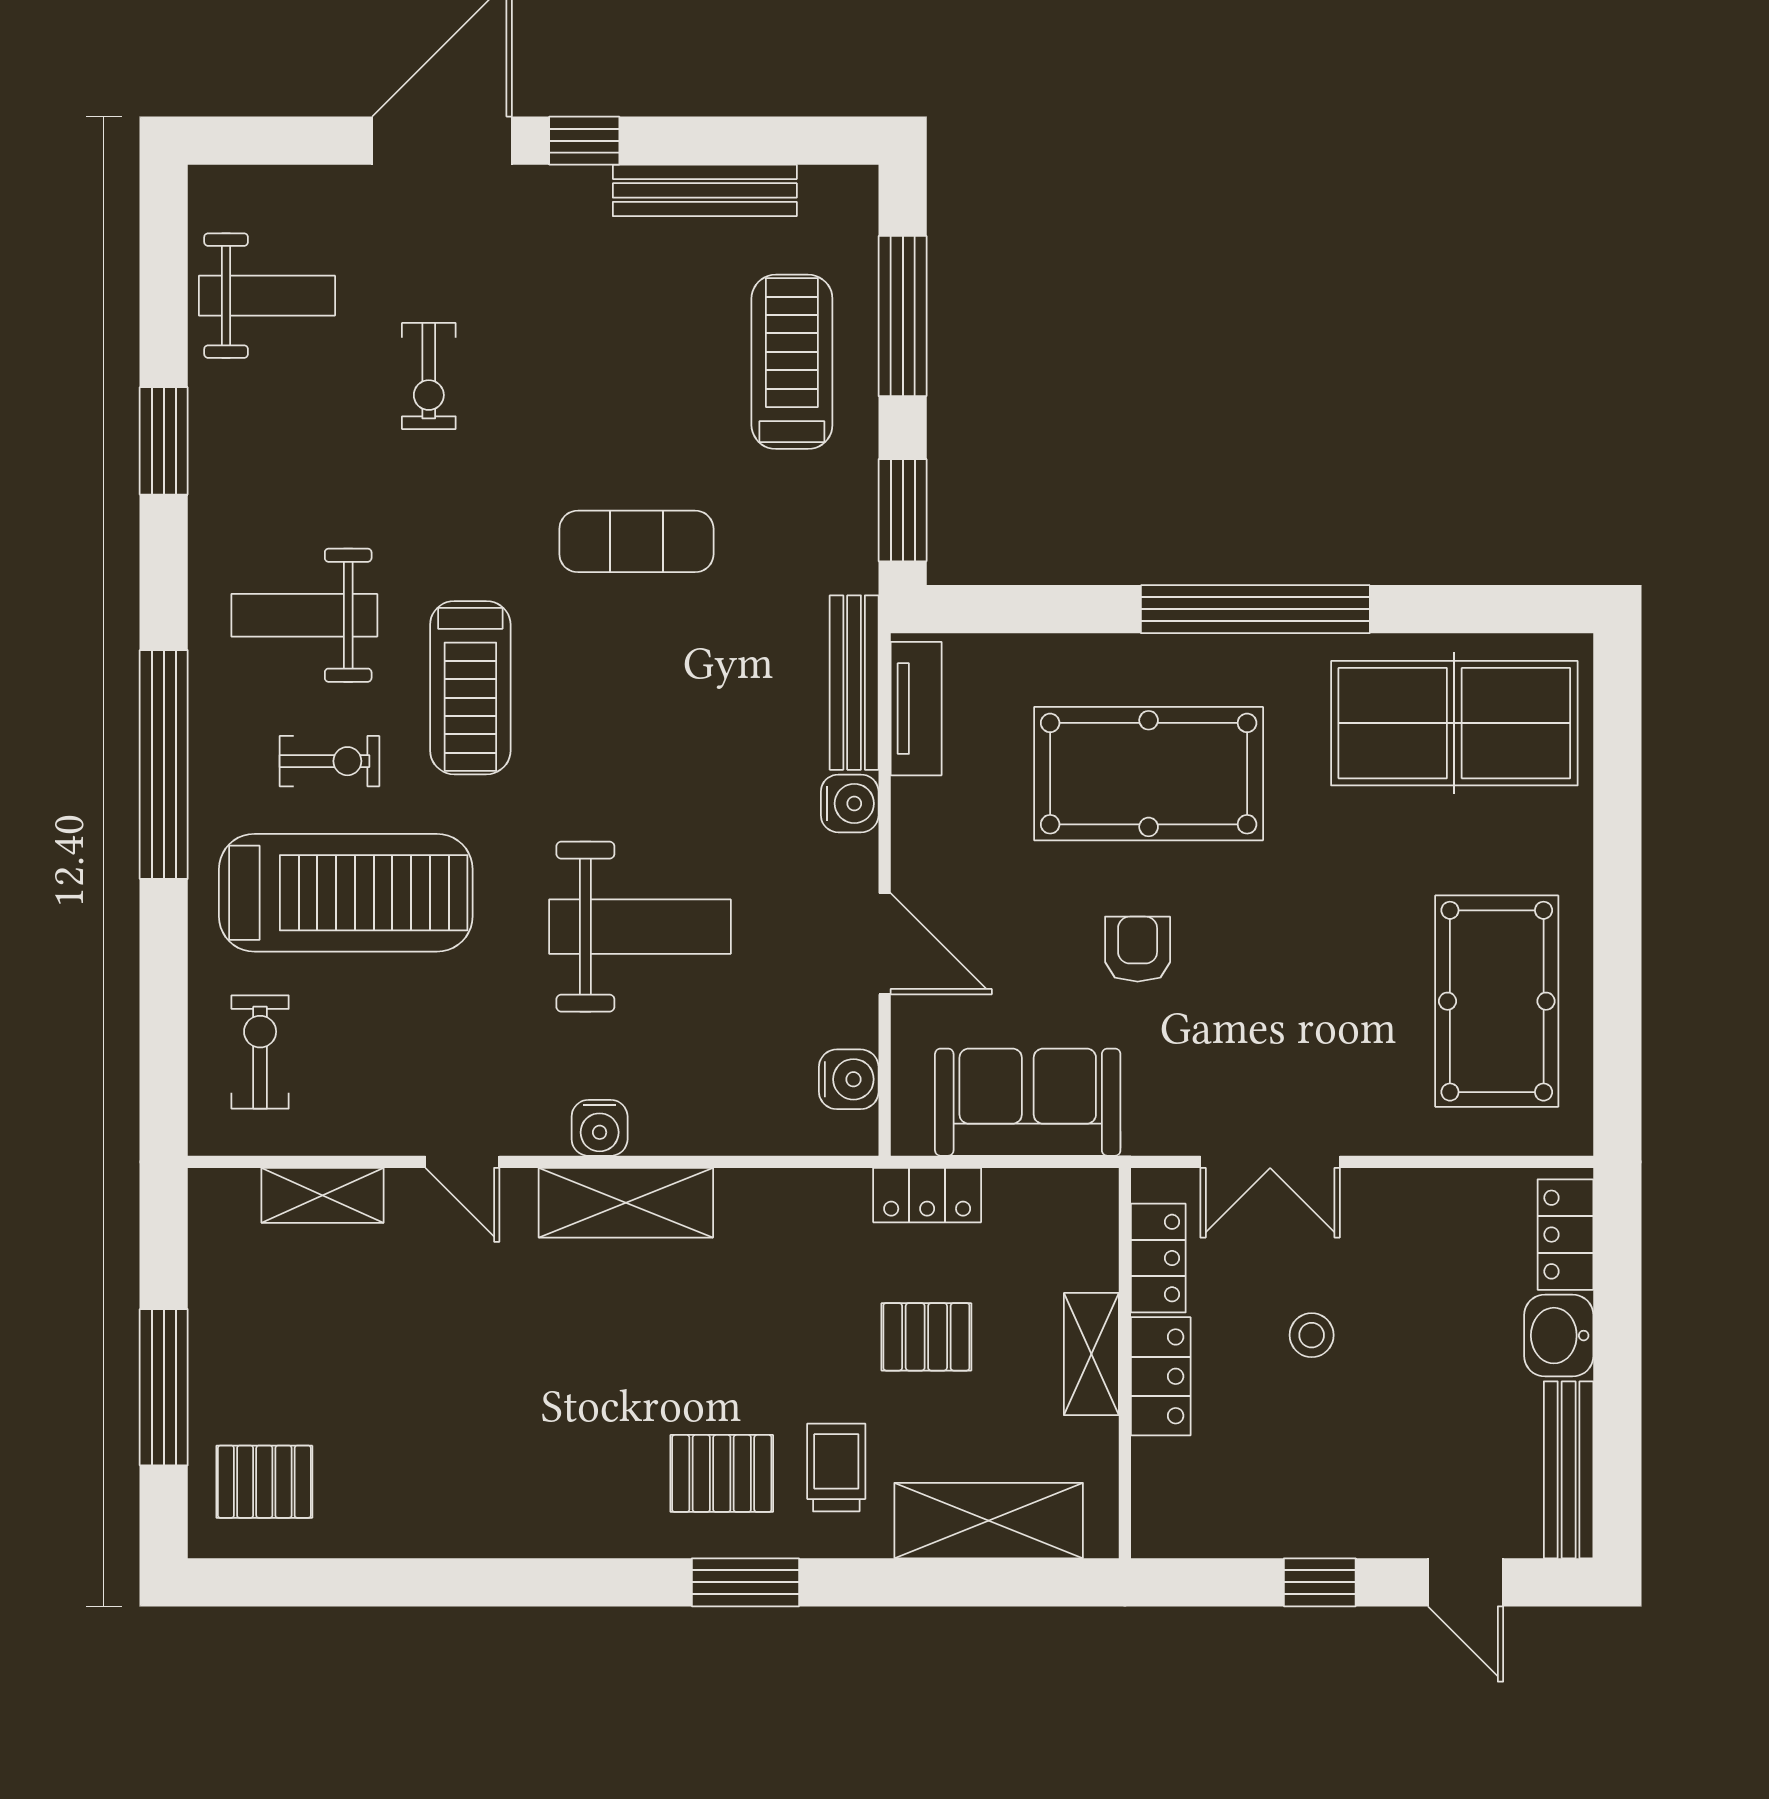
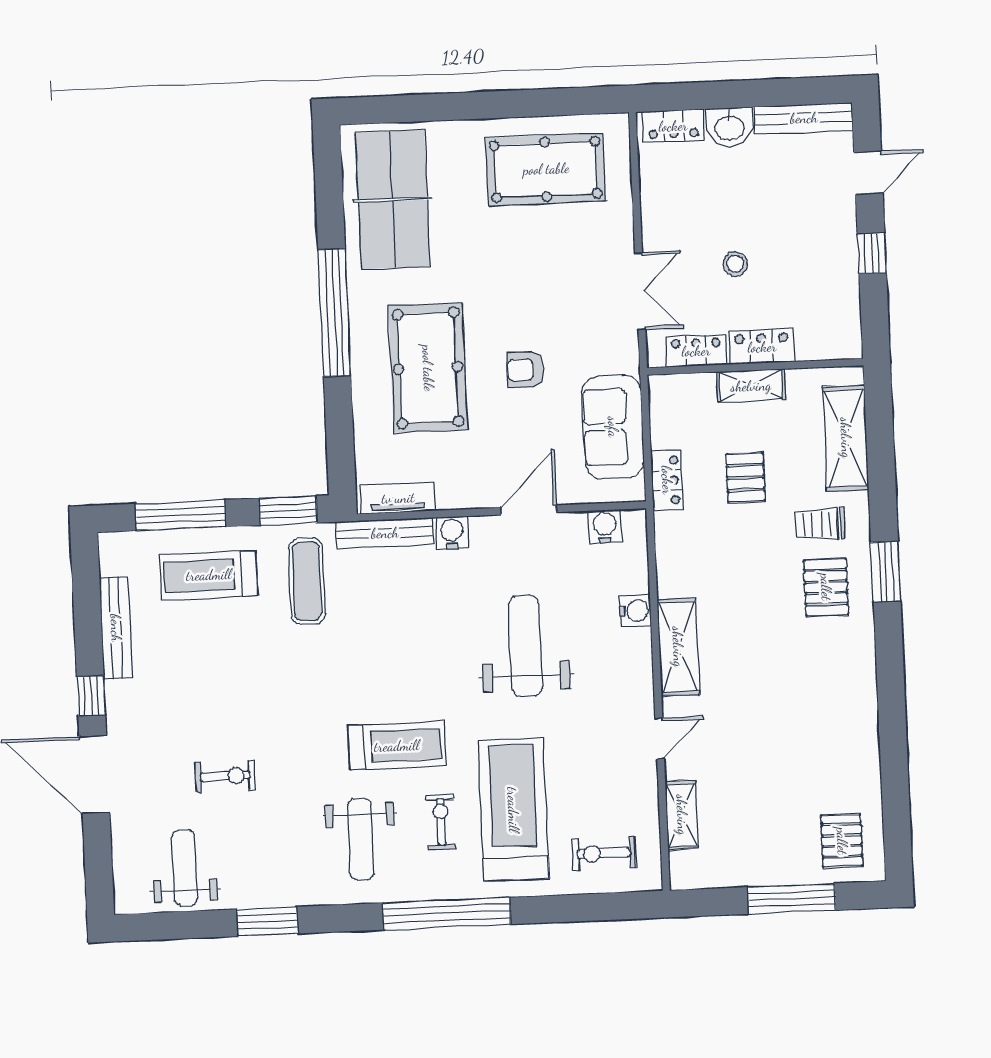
exercise mat: (636, 541) -> (307, 581), moved
water cooler: (600, 1128) -> (635, 611), moved

